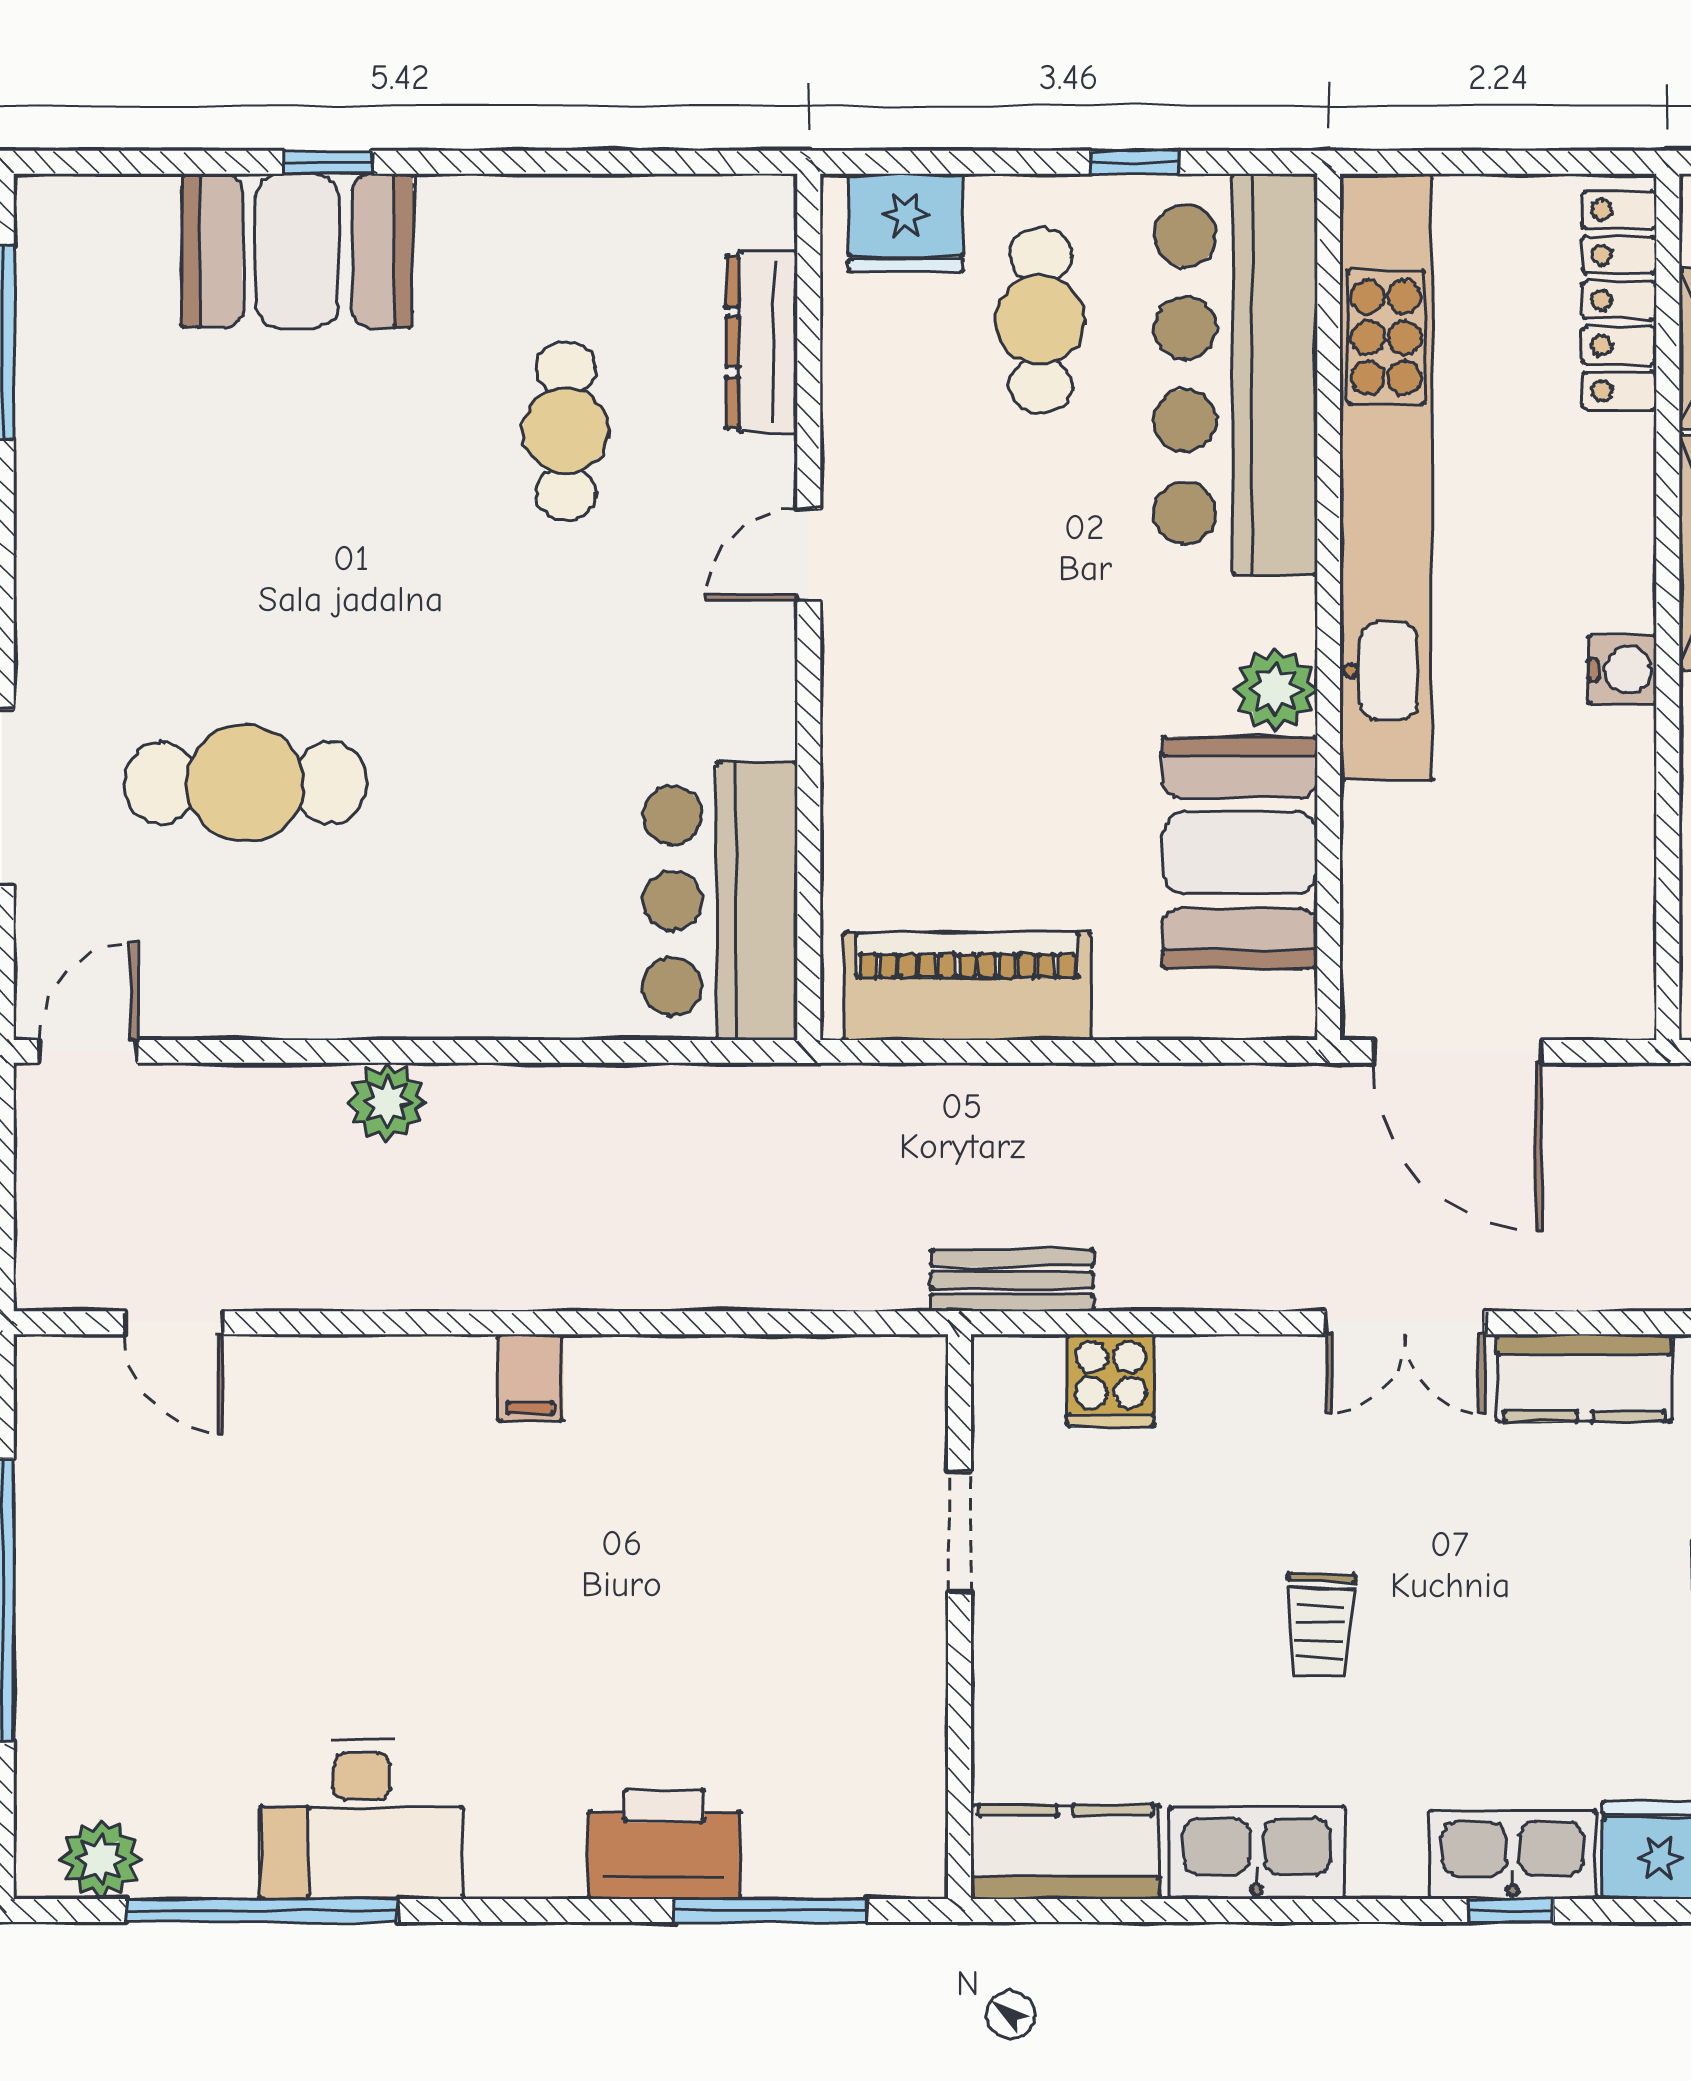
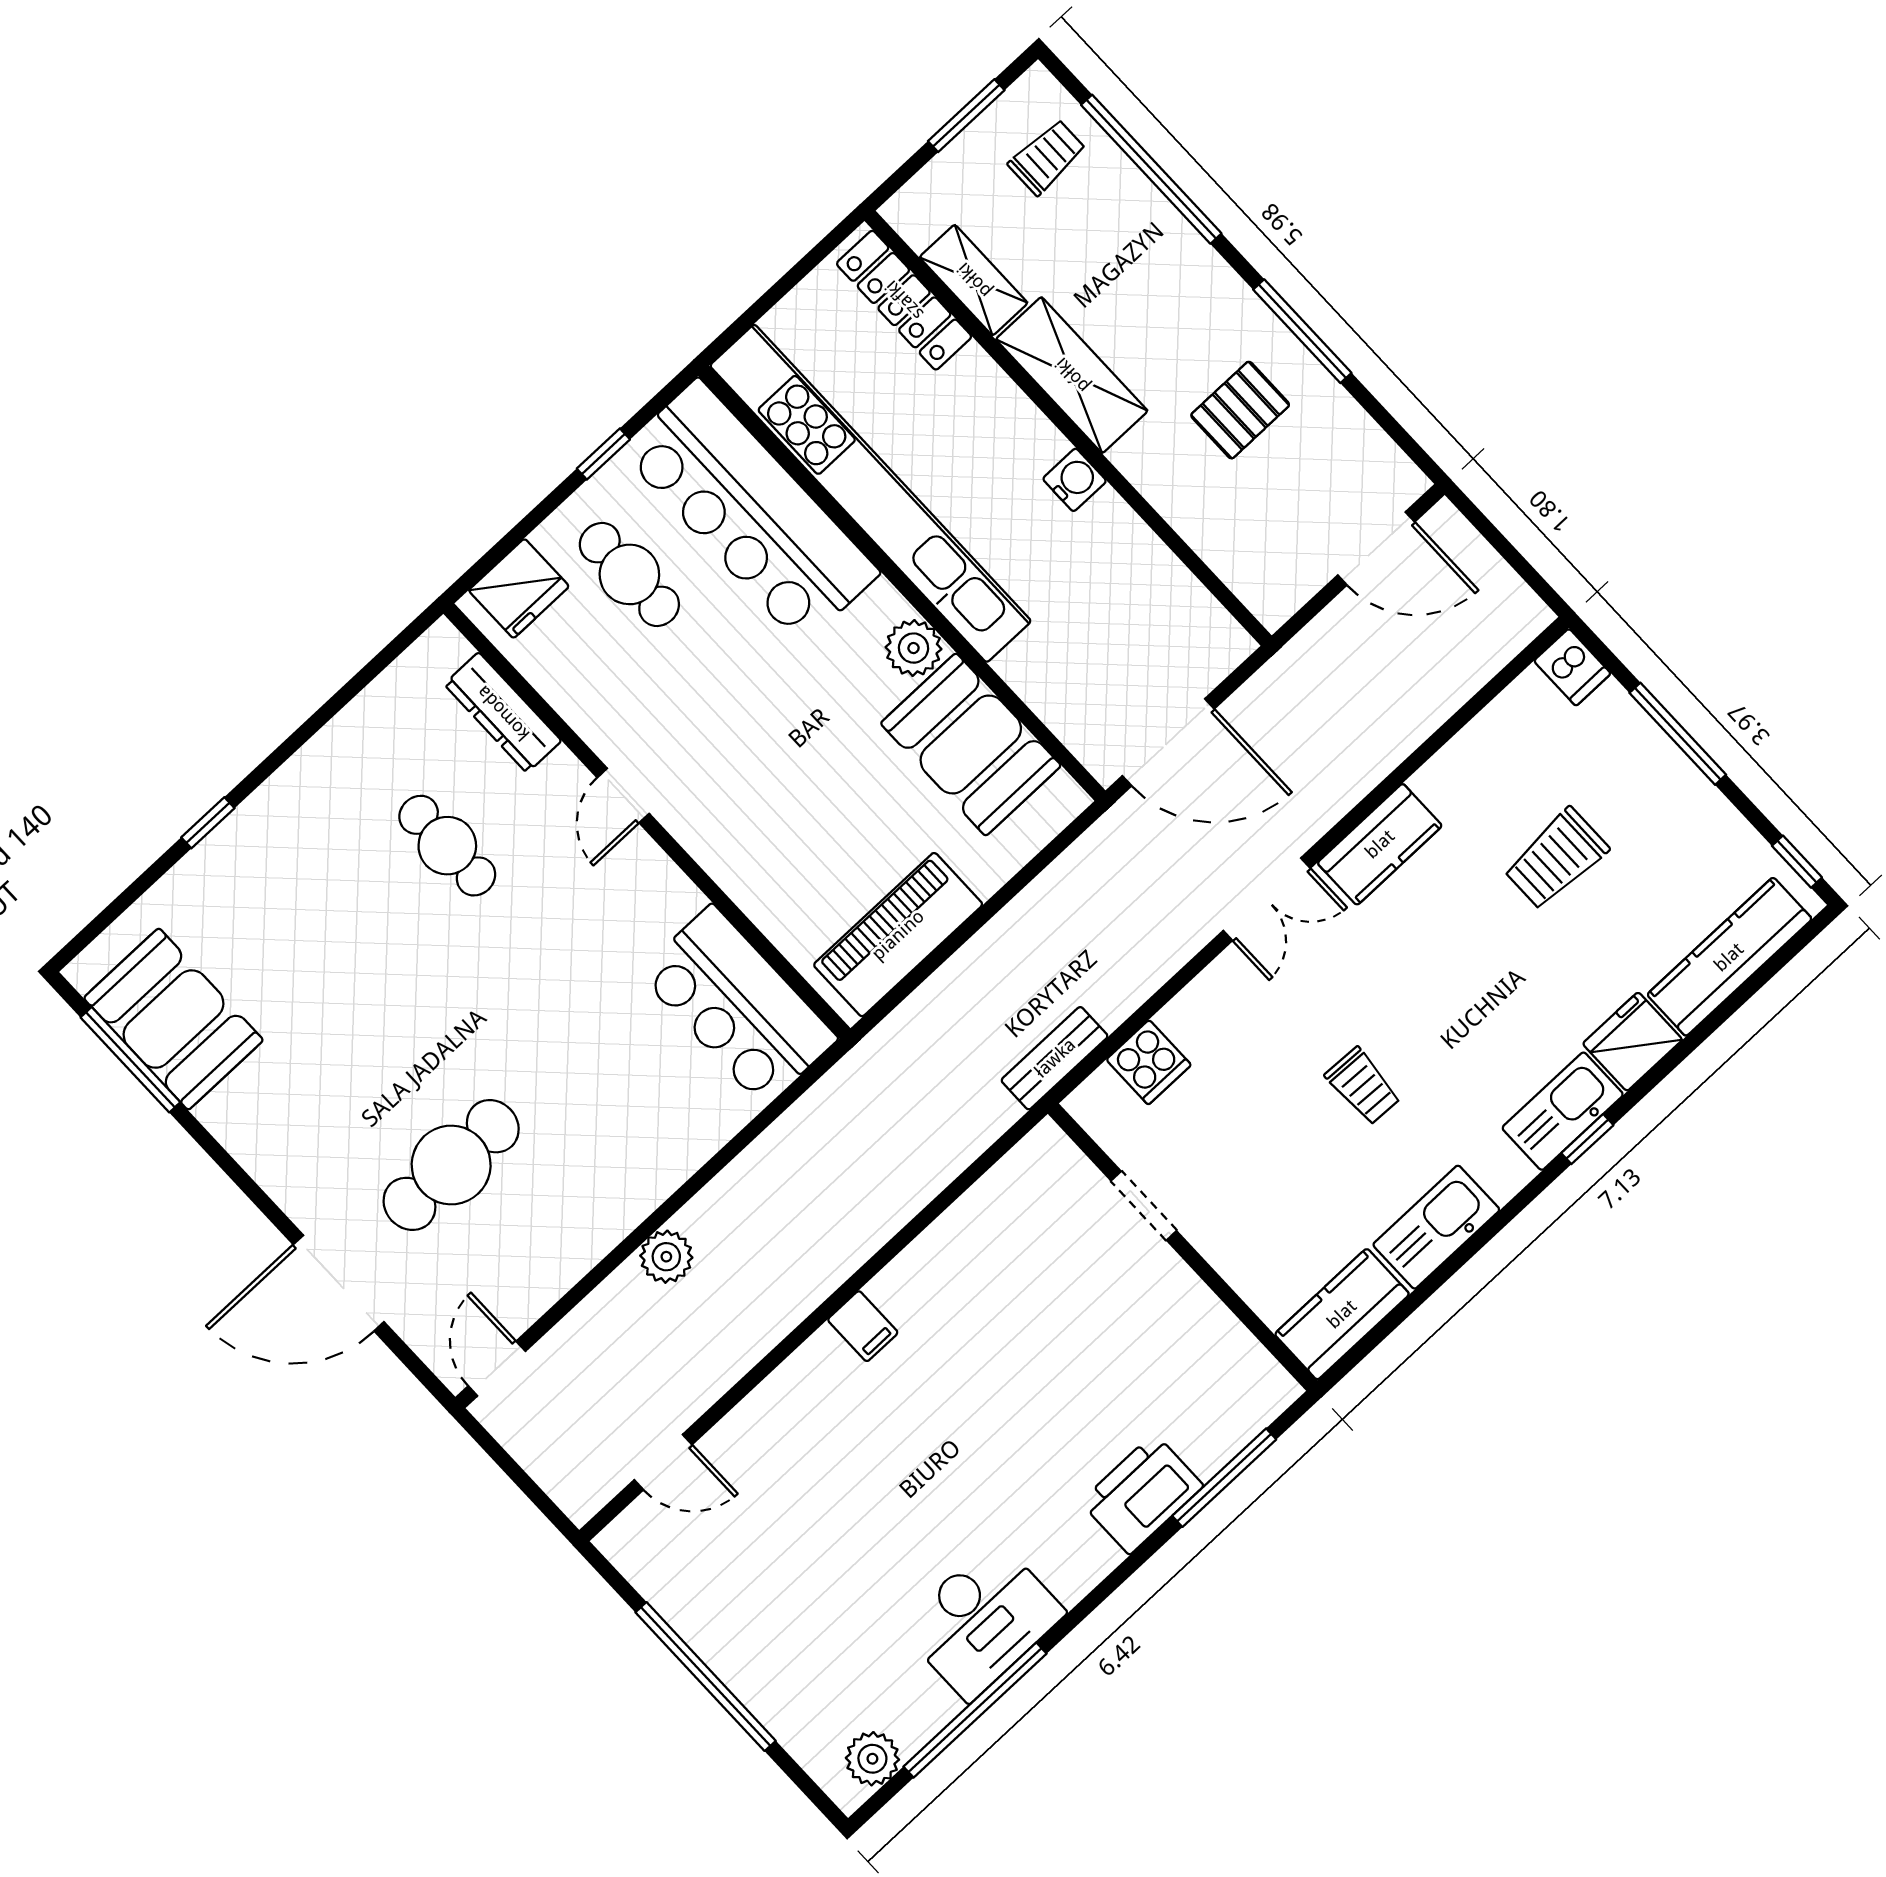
booth: (297, 251) -> (173, 1019), moved, turned 90

